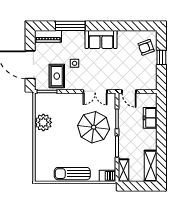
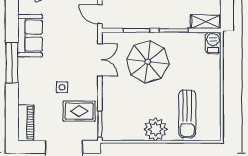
window: (70, 26) -> (12, 63), moved
sofa: (101, 39) -> (30, 36), moved
door: (129, 91) -> (100, 14), swing flipped
plant: (43, 122) -> (156, 129), moved
sun lounger: (72, 174) -> (187, 114), moved

